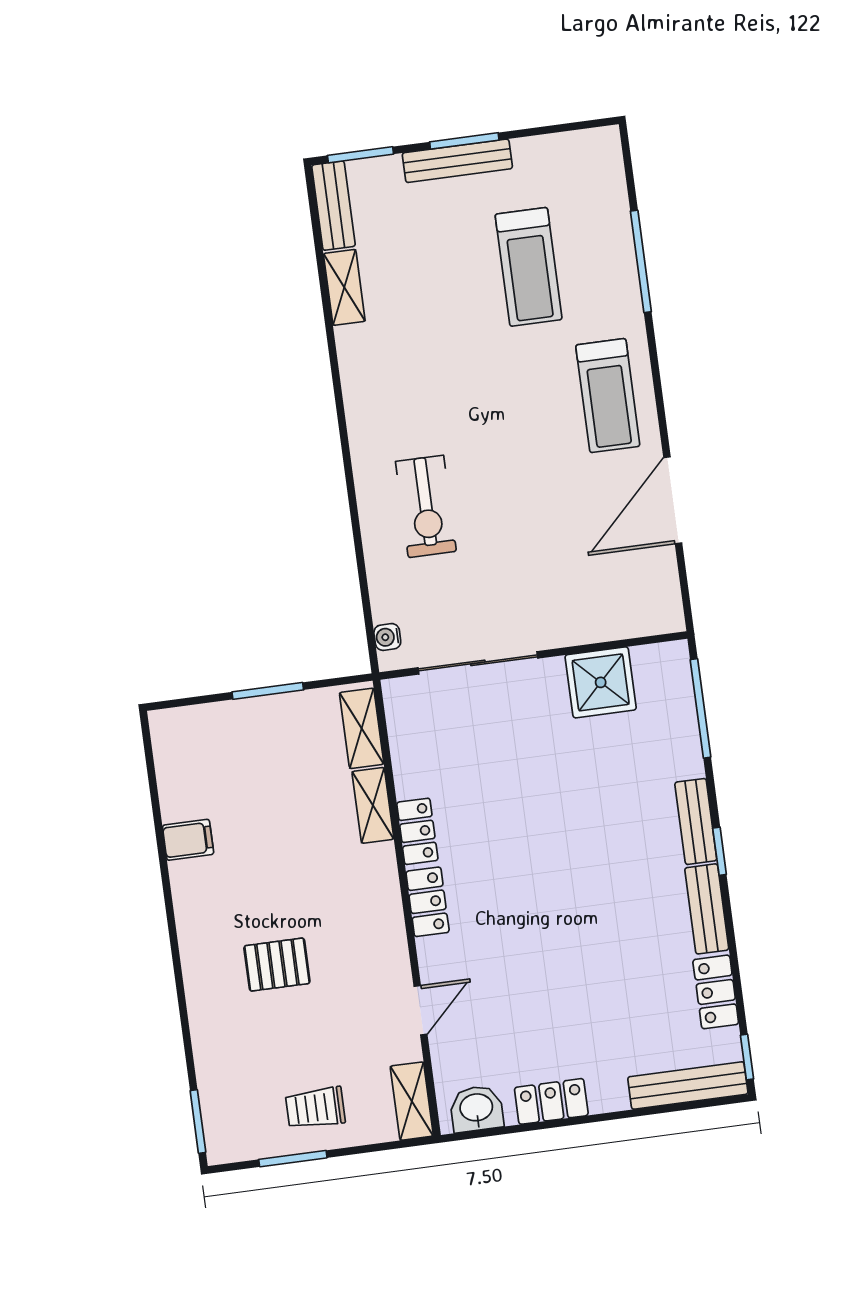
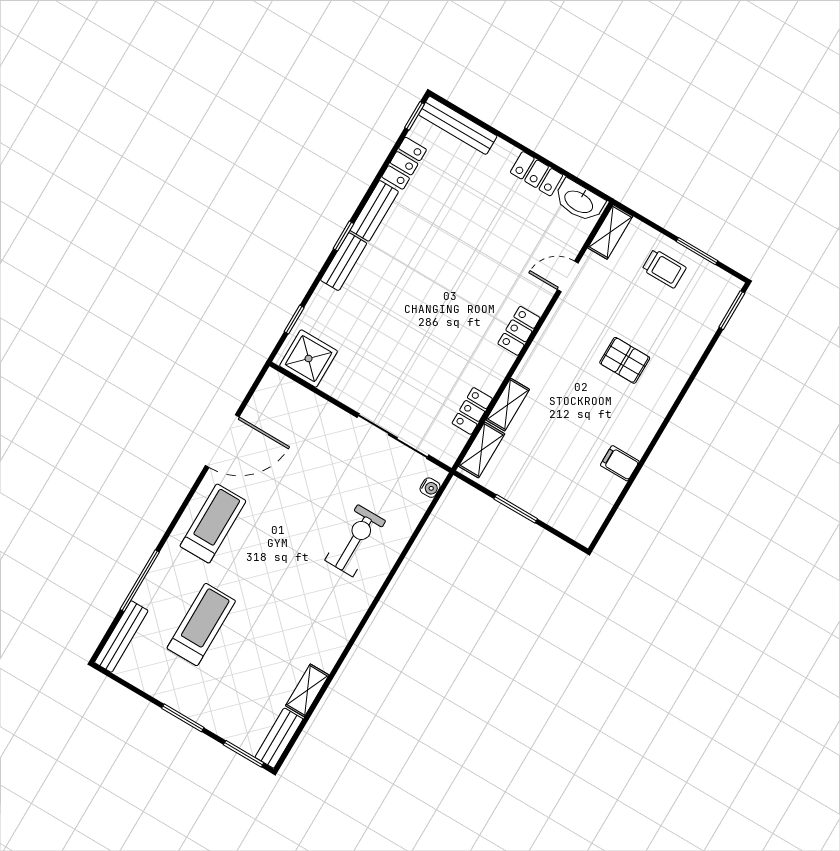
bench: (457, 161) -> (121, 637), moved, turned 90
shower: (601, 682) -> (309, 359), moved
window: (700, 708) -> (294, 320), width x0.46
locker: (417, 831) -> (472, 411), moved
washbasin: (476, 1109) -> (579, 201), width x1.38

